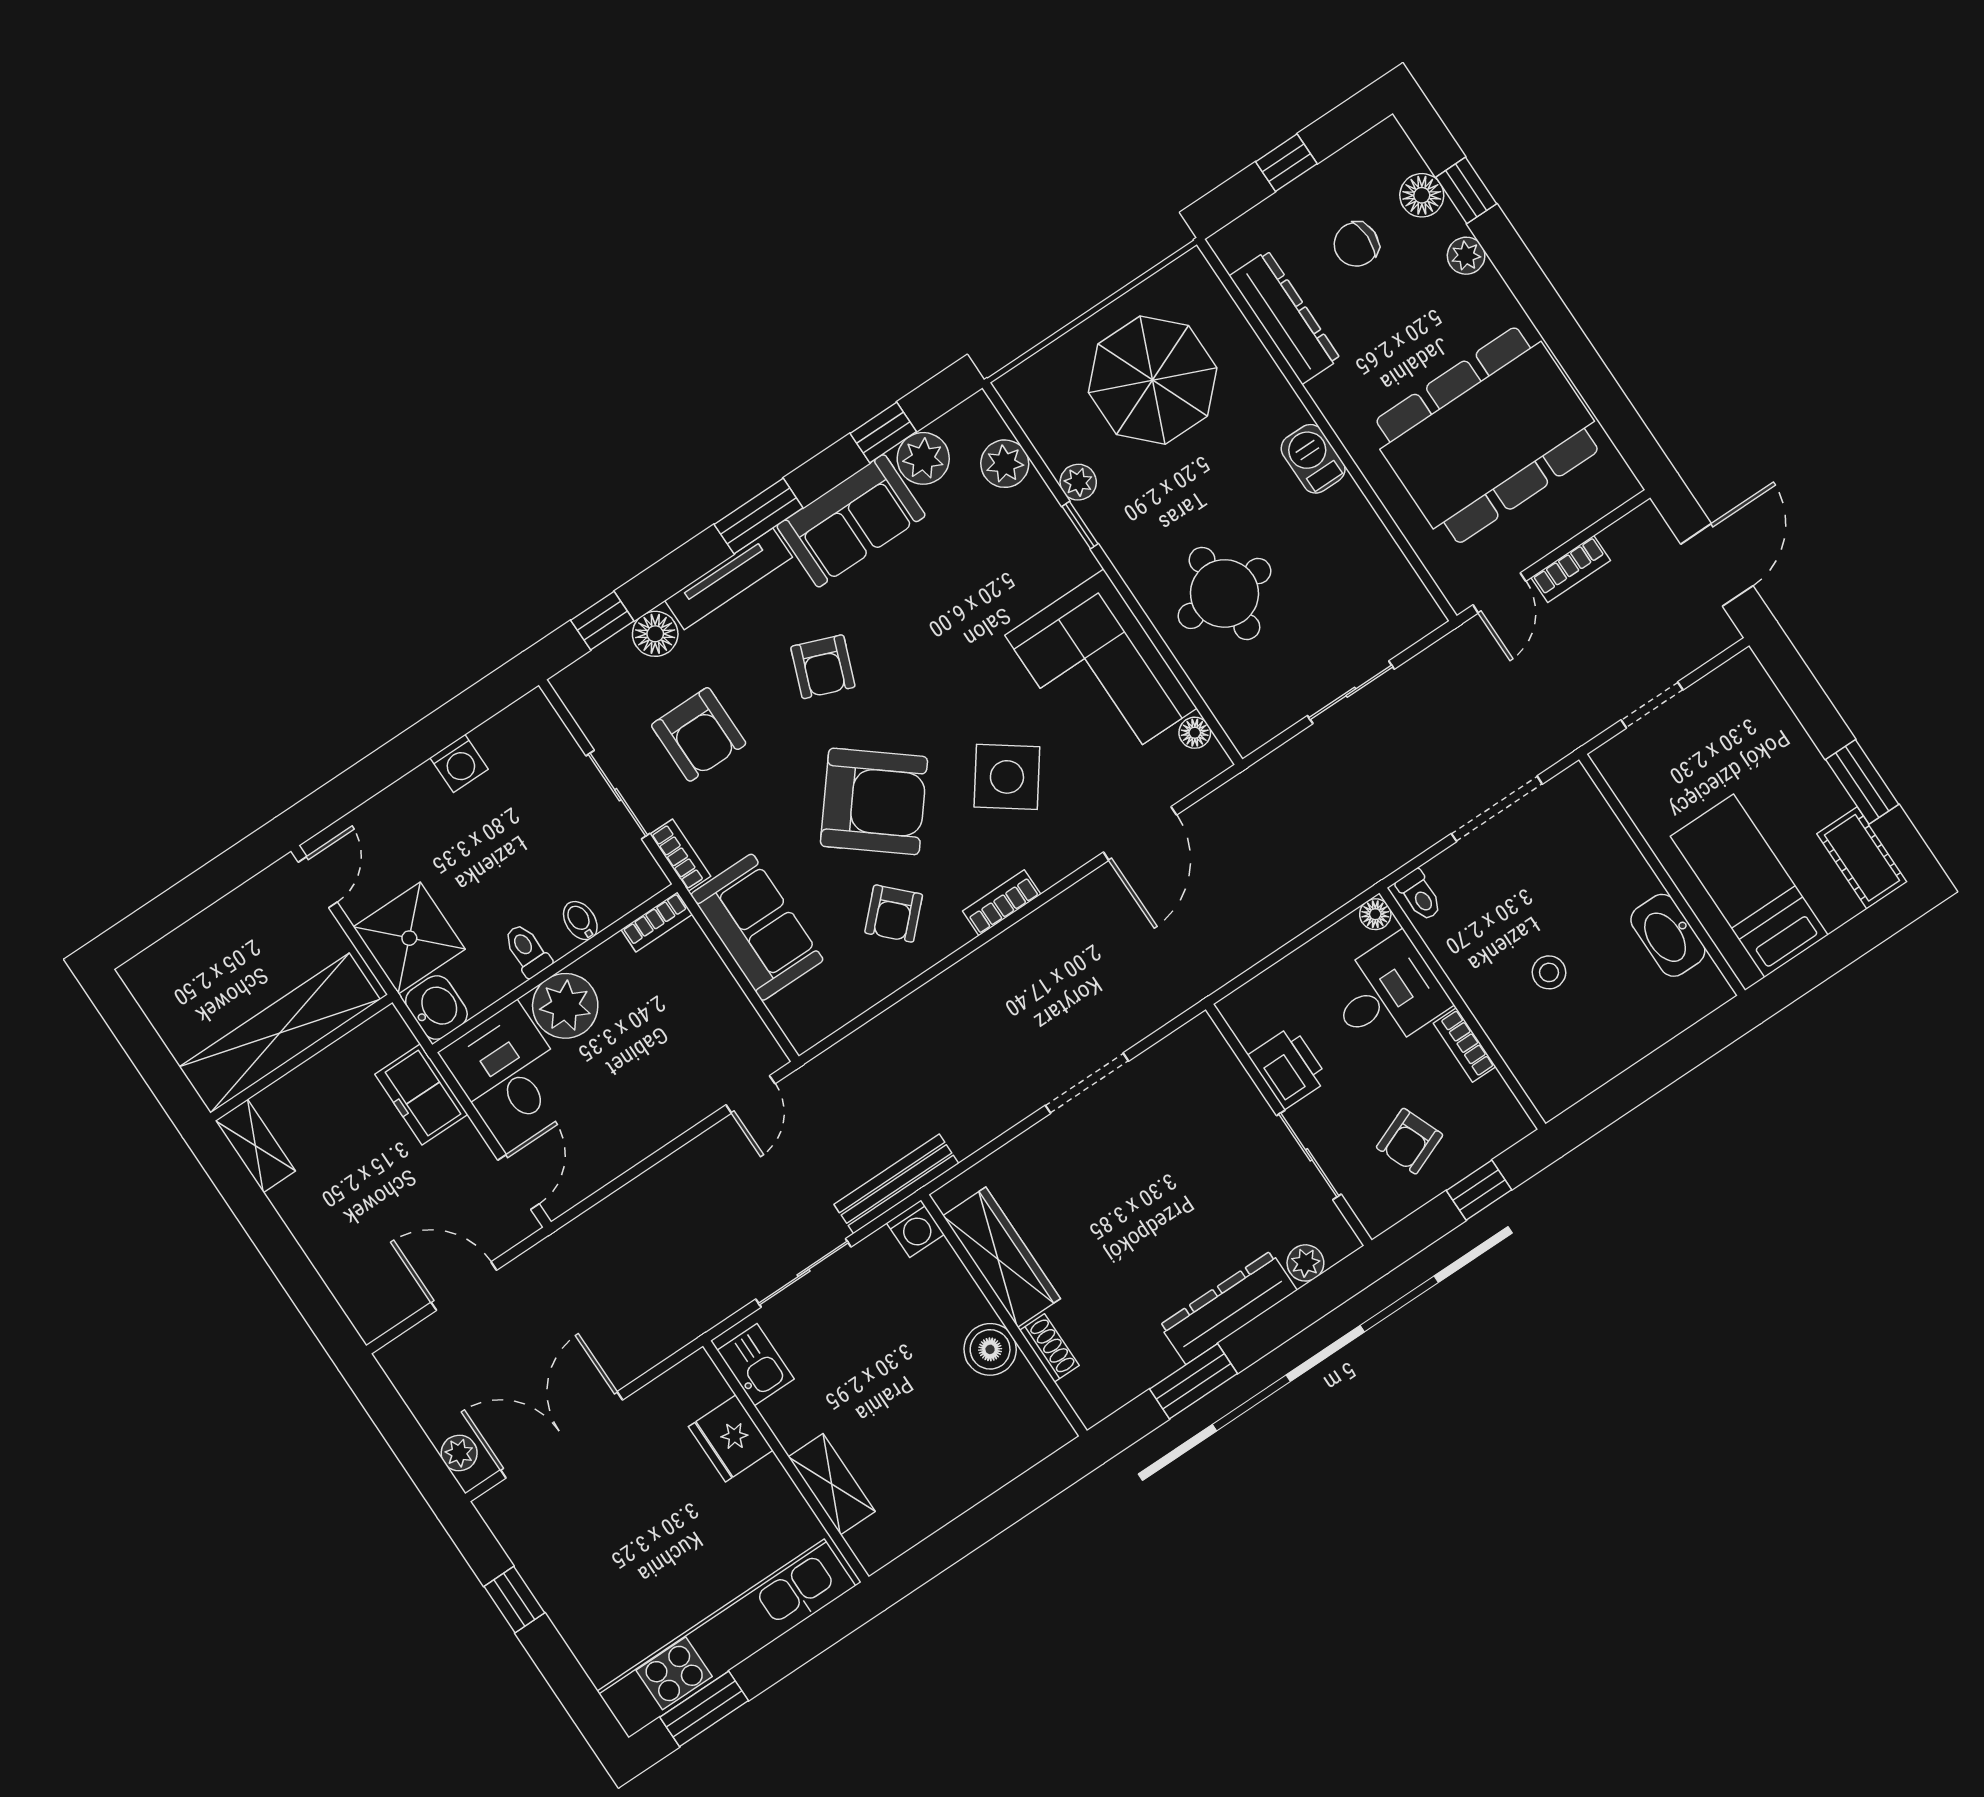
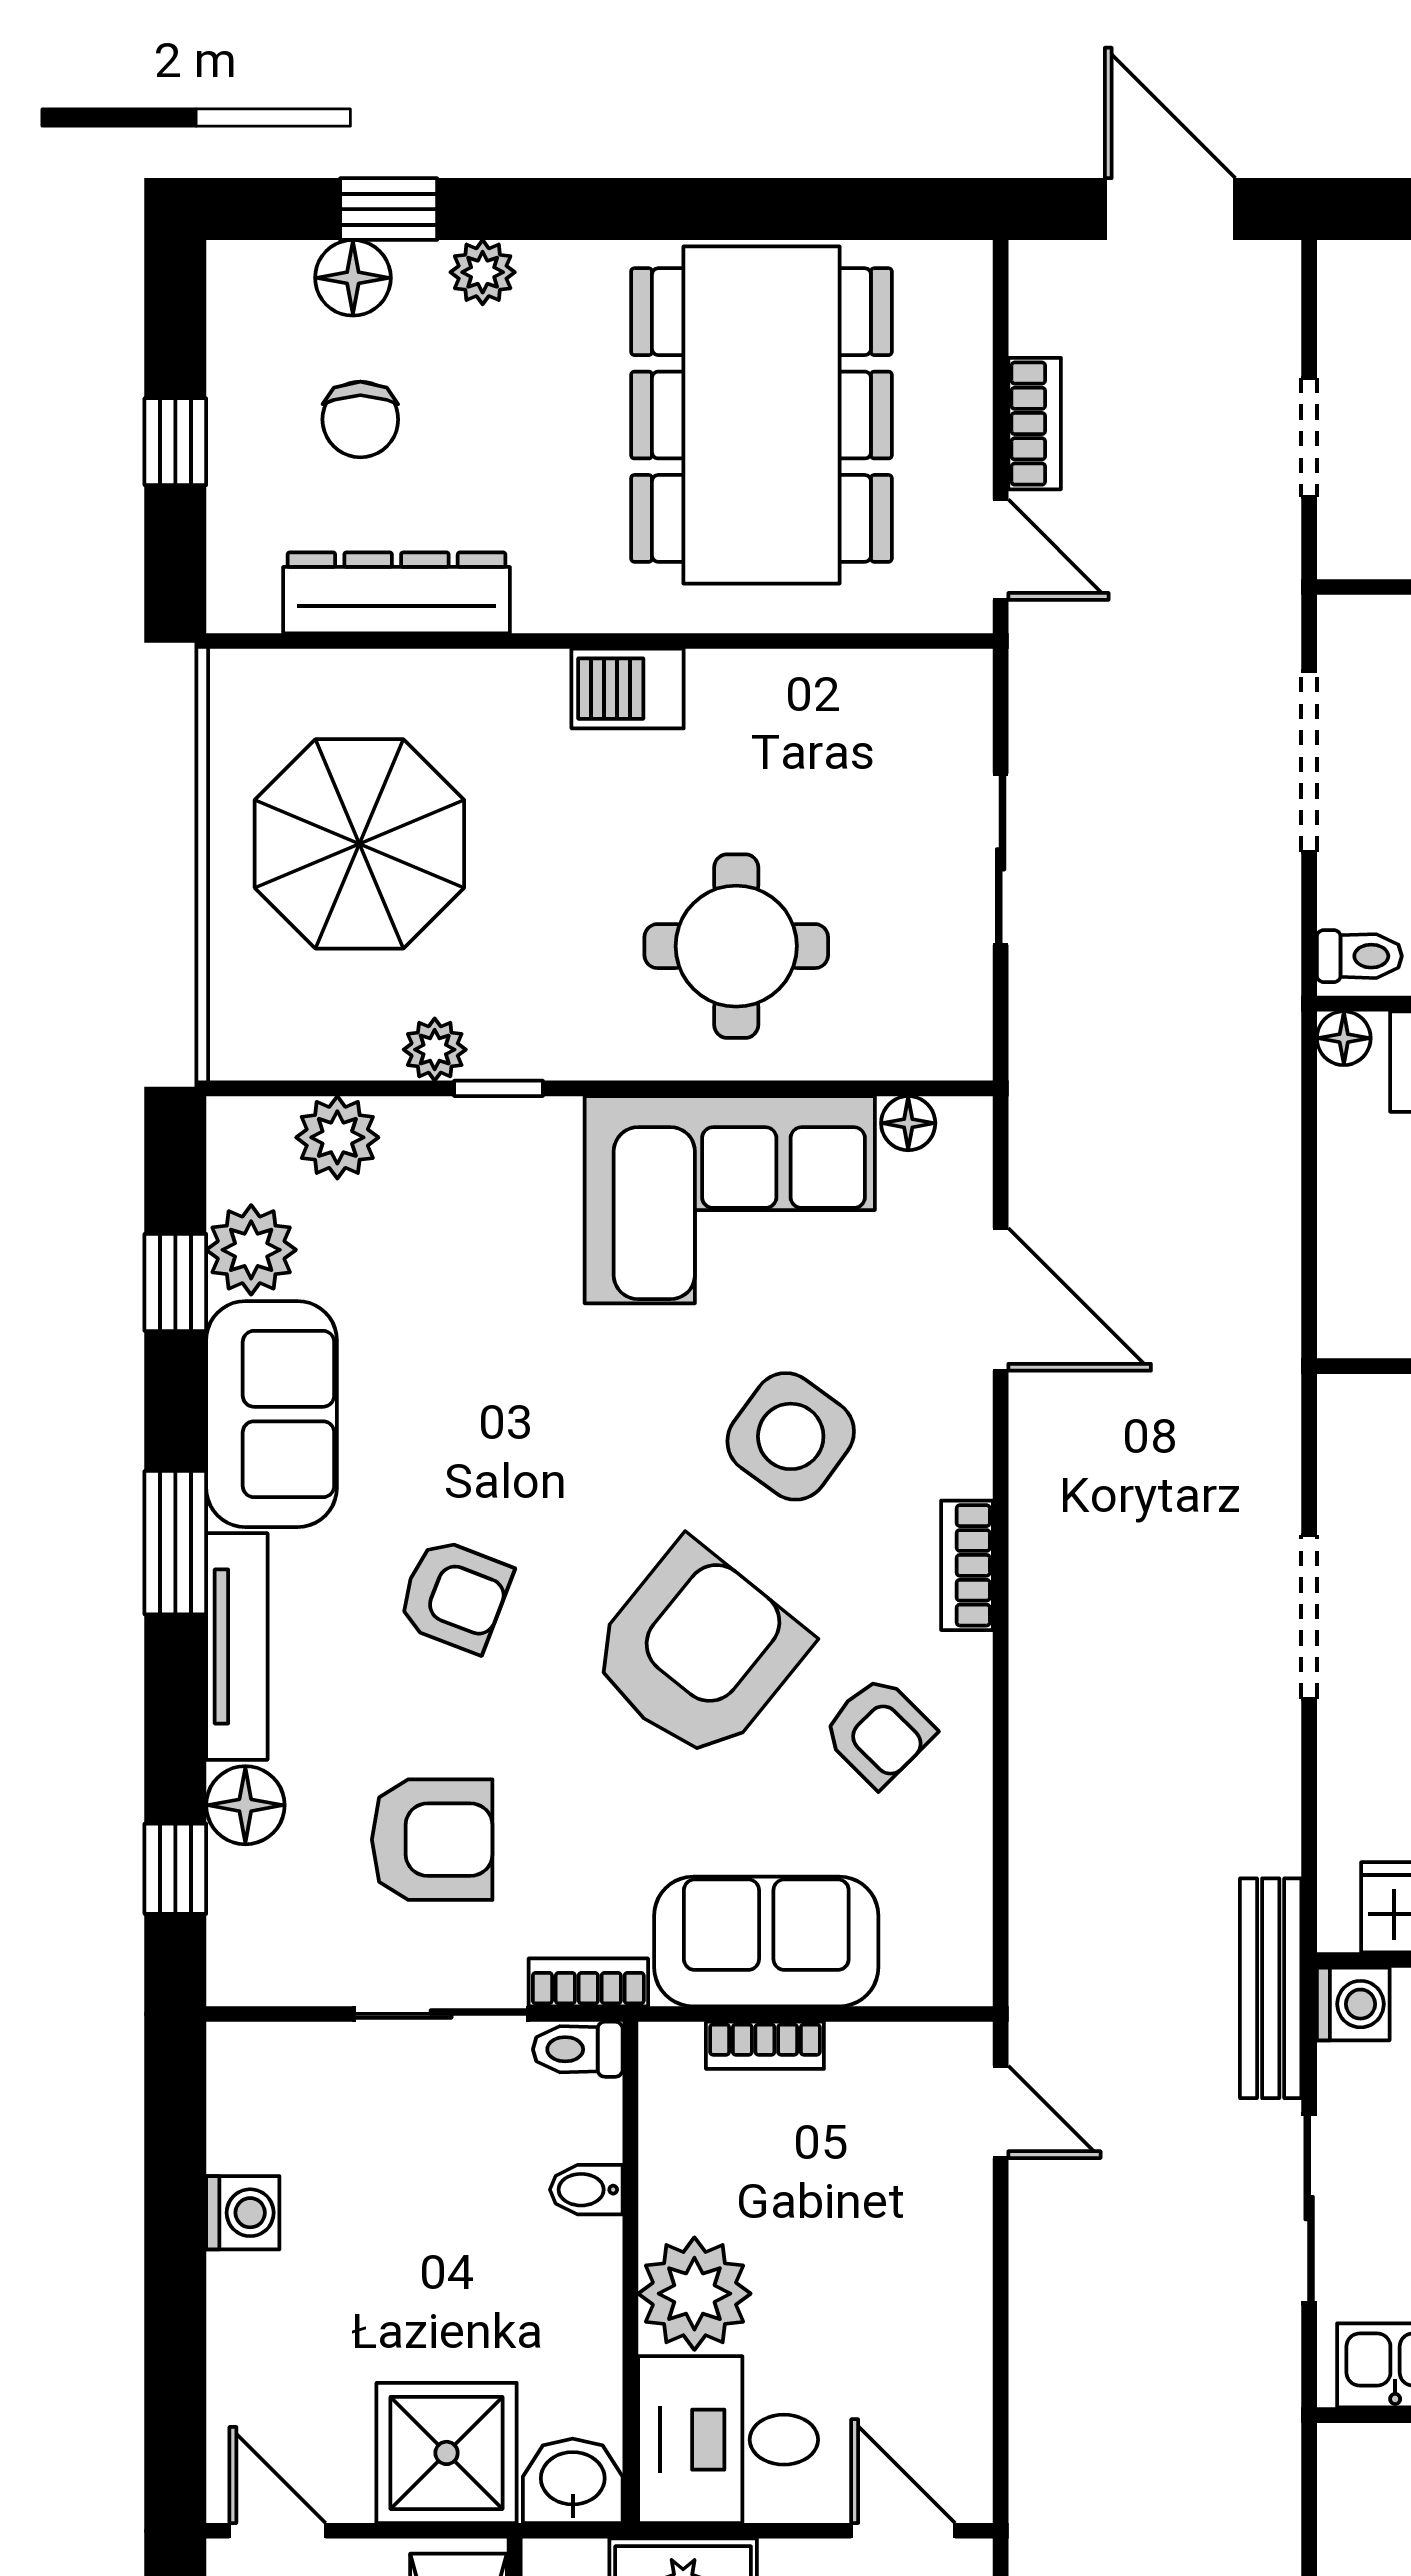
bookcase: (657, 922) -> (765, 2045), moved, turned 90
toilet: (527, 950) -> (578, 2049), moved

